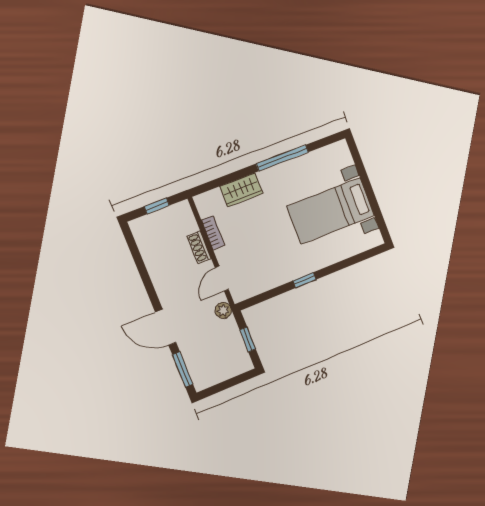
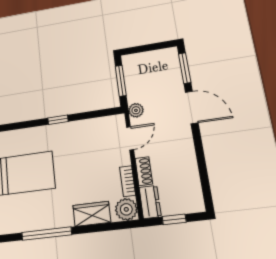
plant: (207, 204) -> (126, 209), added
dresser: (185, 217) -> (150, 202), added
window: (248, 339) -> (121, 81), width x1.50

